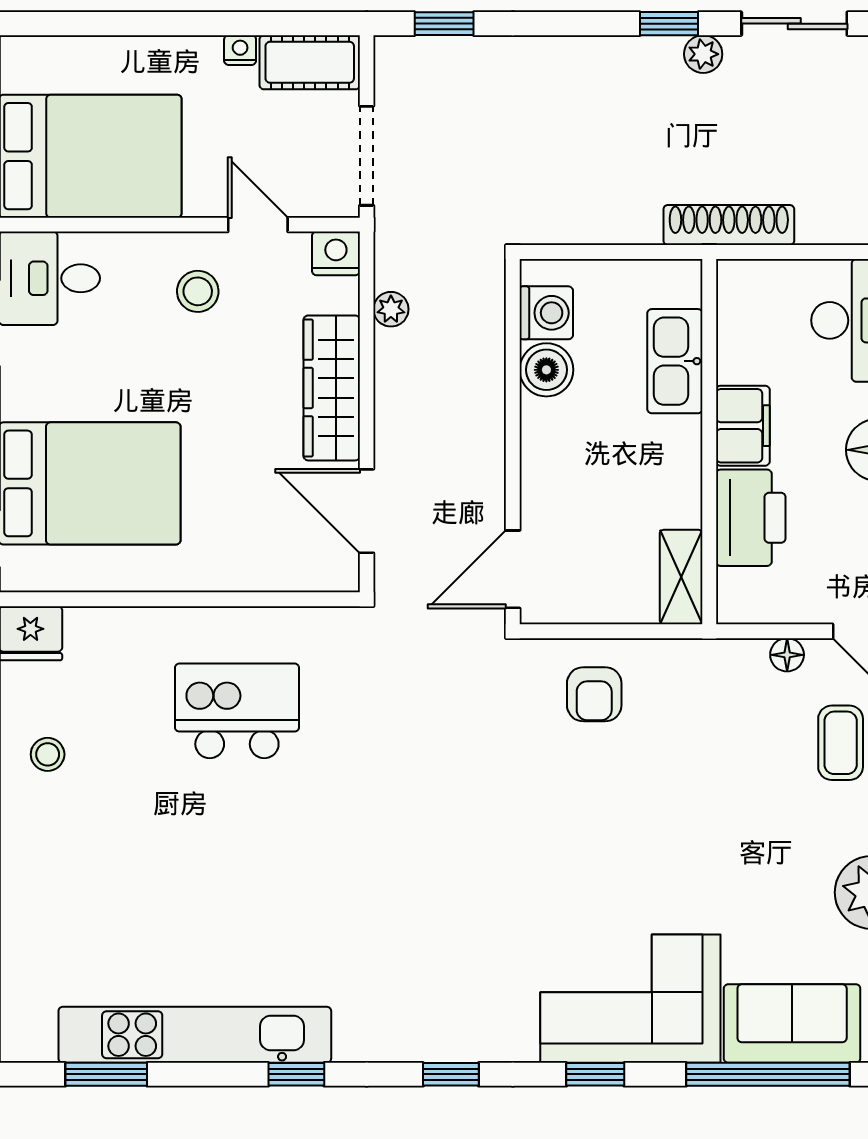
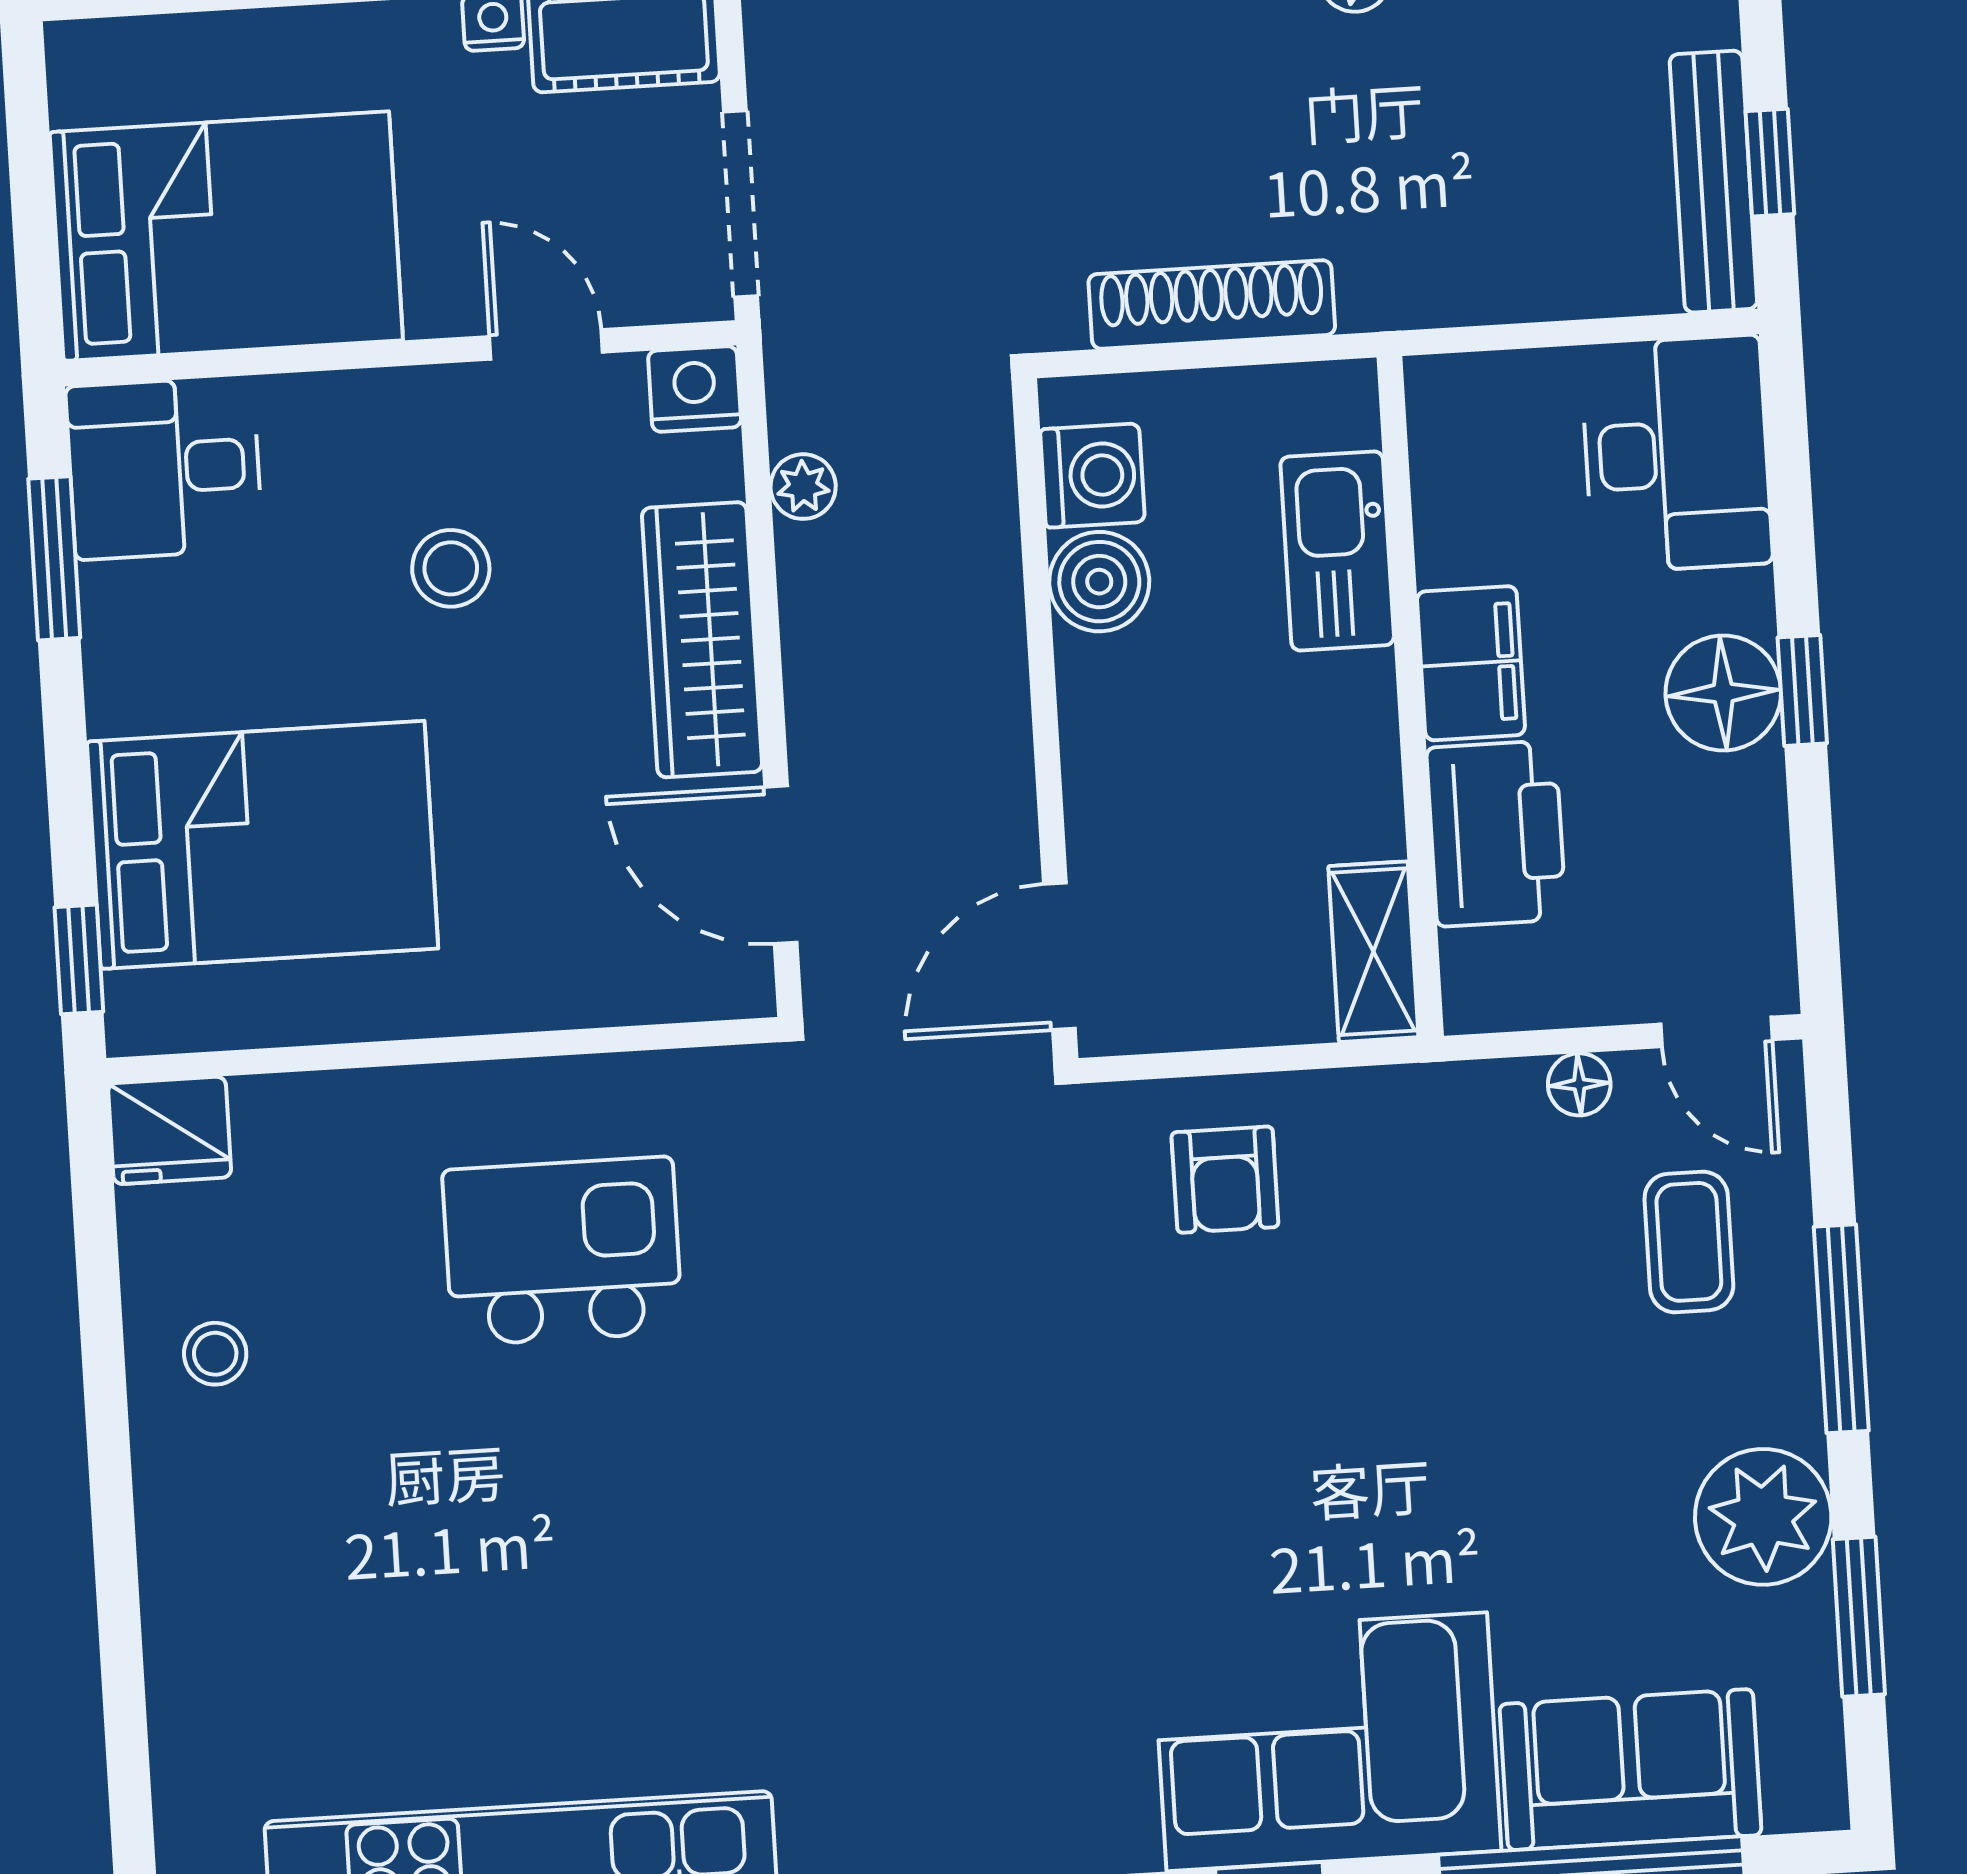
shoe rack: (729, 225) -> (1212, 304), moved
stool: (198, 291) -> (451, 568), moved

